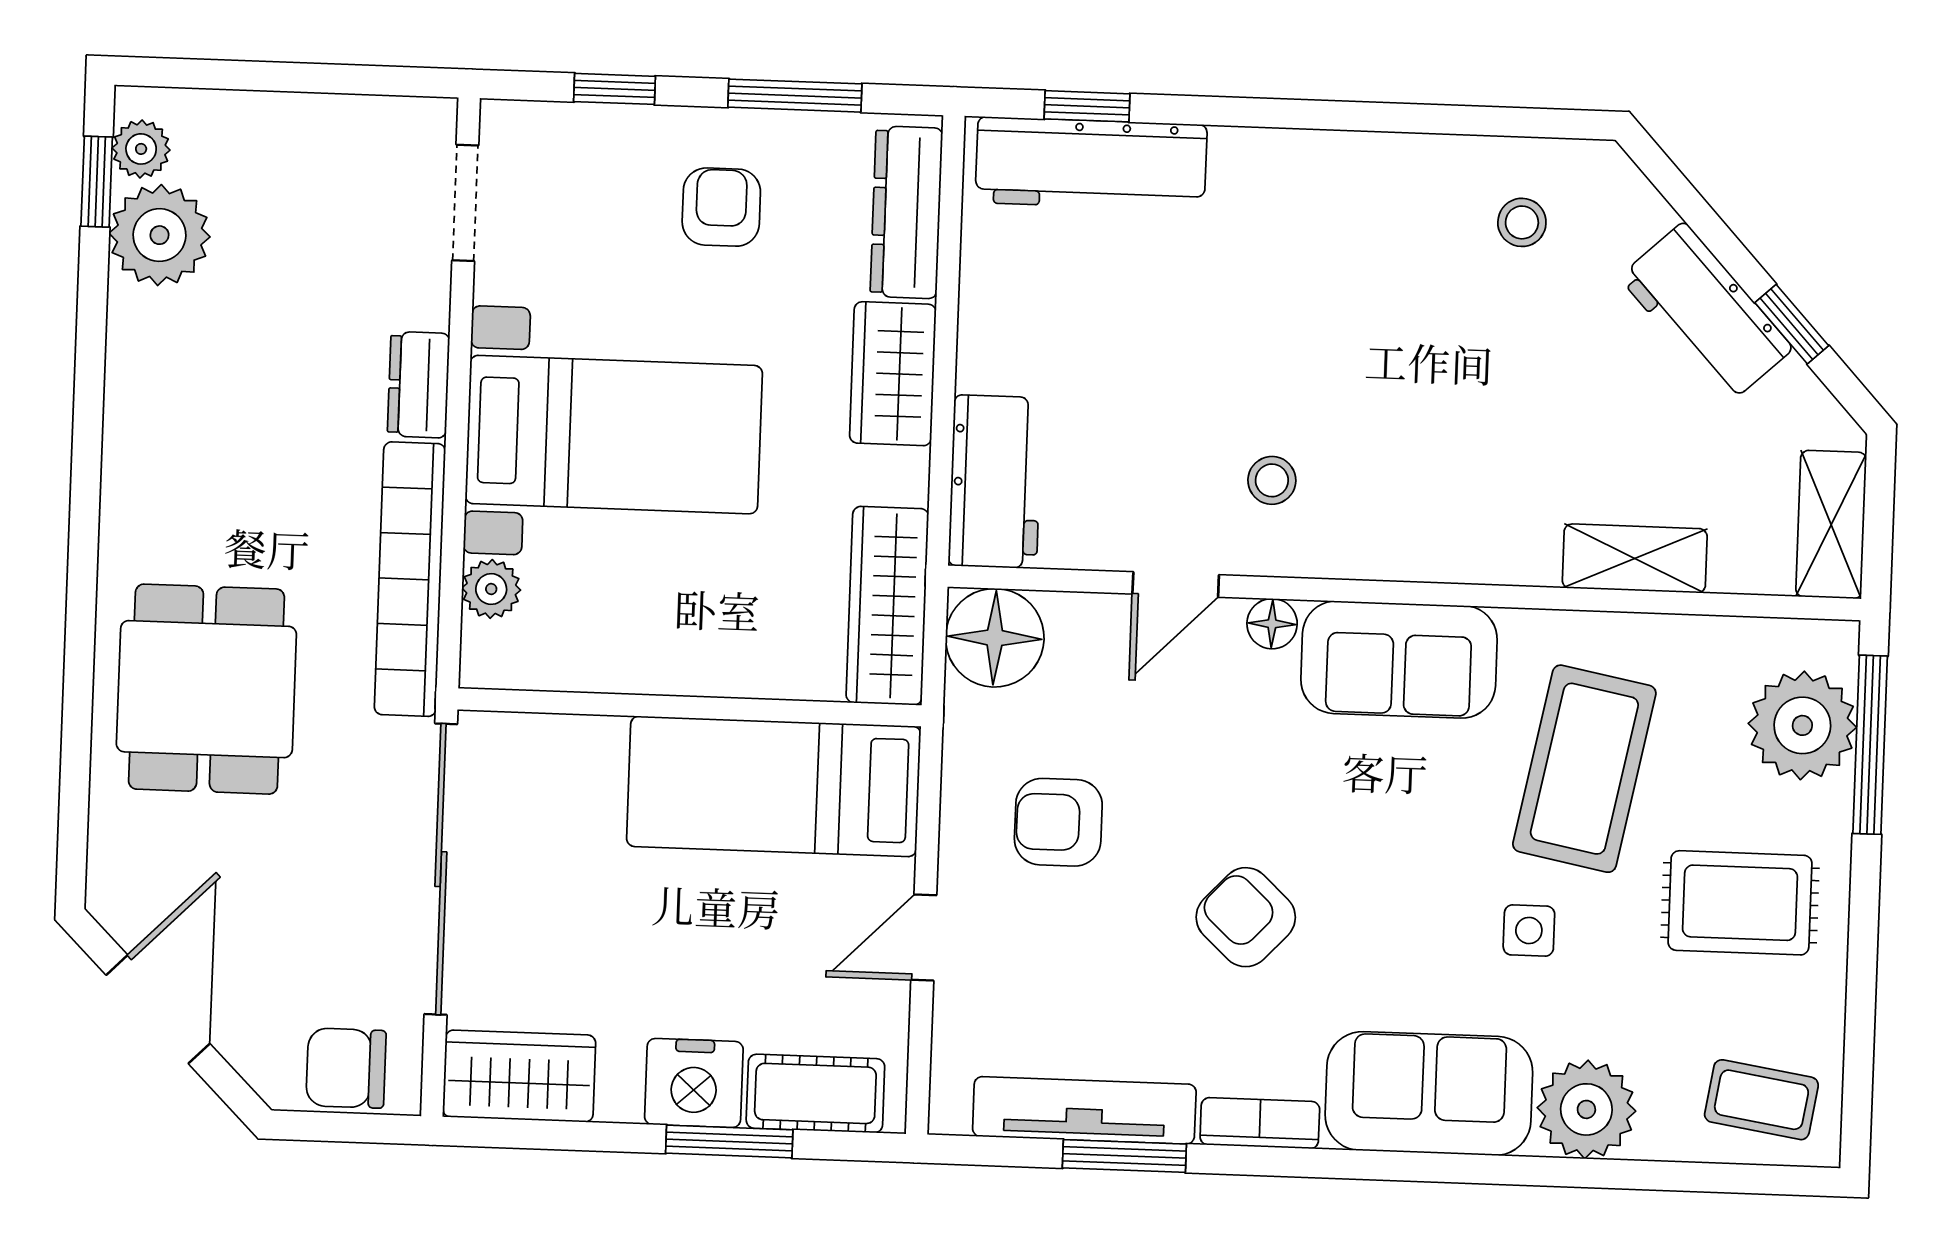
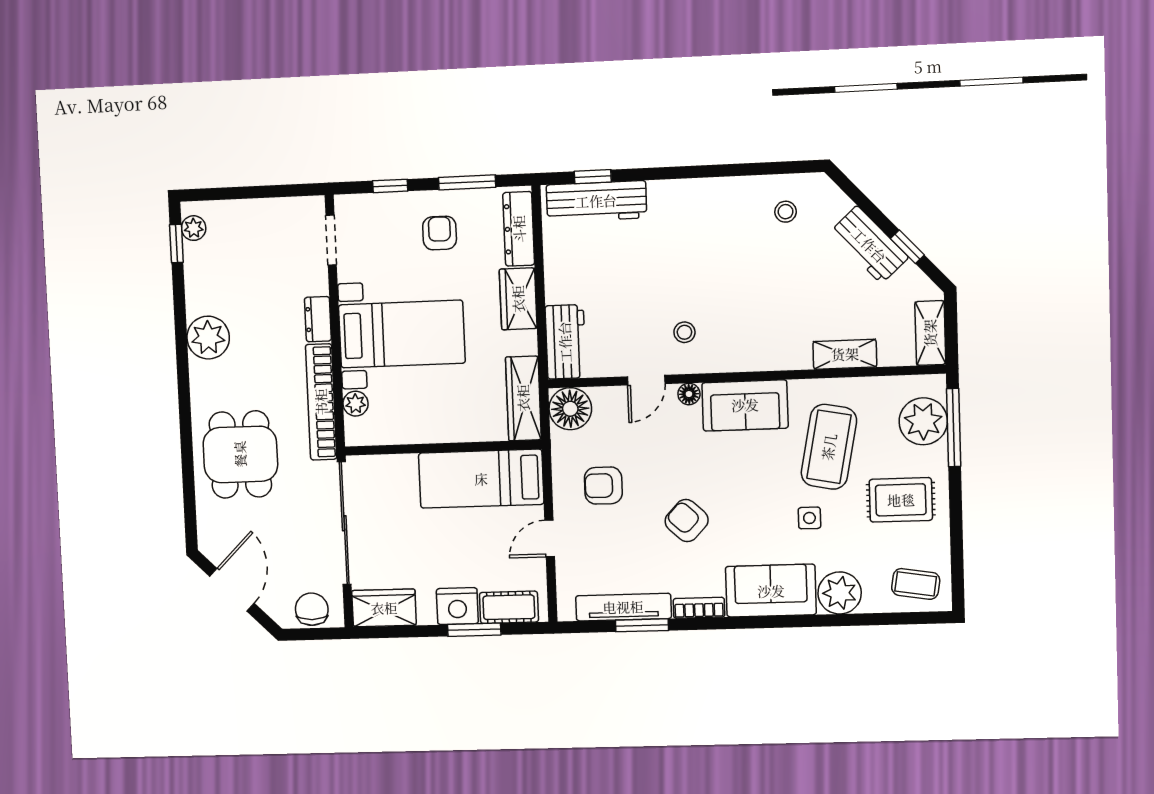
plant: (160, 235) -> (208, 338), moved
chair: (346, 1068) -> (312, 609), turned 90

